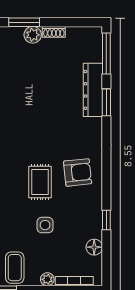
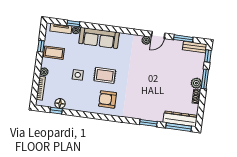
dresser: (93, 90) -> (180, 119), moved
armchair: (78, 172) -> (108, 99), turned 96
window: (106, 220) -> (56, 111), moved

